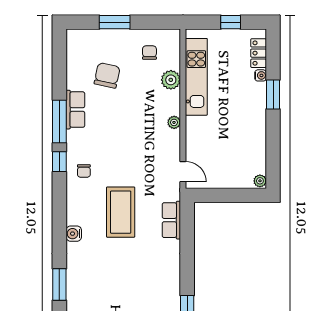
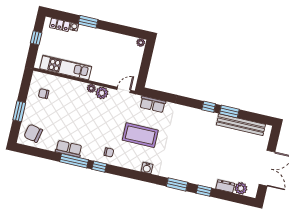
chair: (107, 75) -> (33, 133), moved
plant: (171, 80) -> (102, 93), moved

